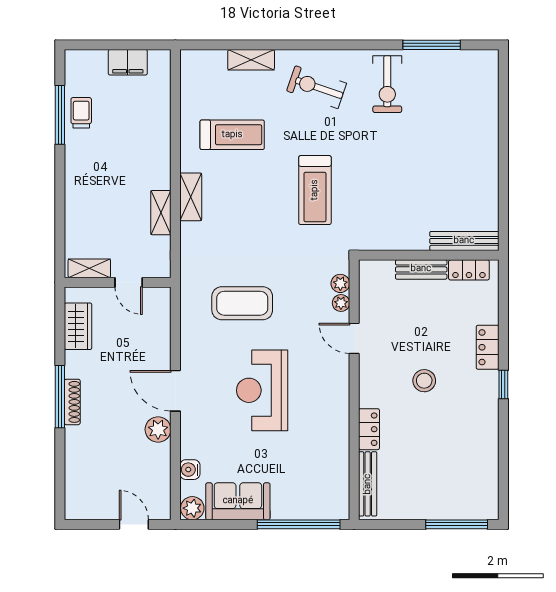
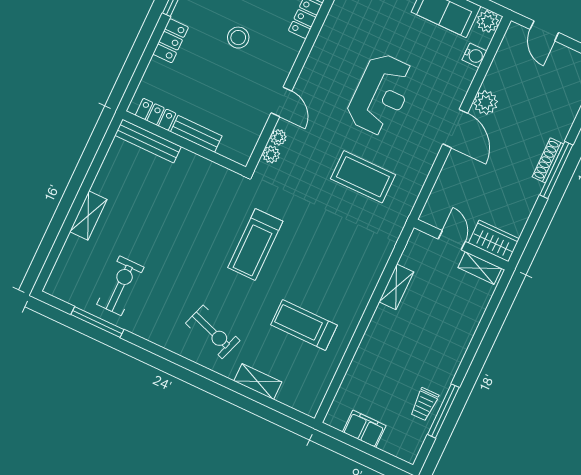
exercise bike: (387, 84) -> (120, 286), moved
treadmill: (315, 190) -> (255, 244), turned 180
shelving: (191, 197) -> (88, 215), moved
wardrobe: (78, 326) -> (494, 241), moved, turned 90

